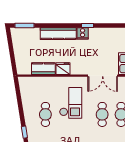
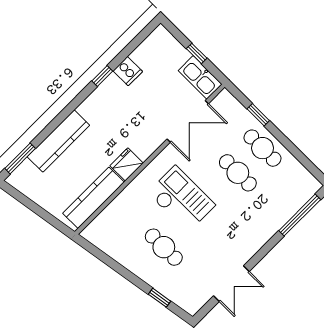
cooker: (83, 33) -> (128, 71), moved
kitchen counter: (58, 34) -> (58, 141), moved
kitchen counter: (43, 69) -> (93, 198), width x1.50

